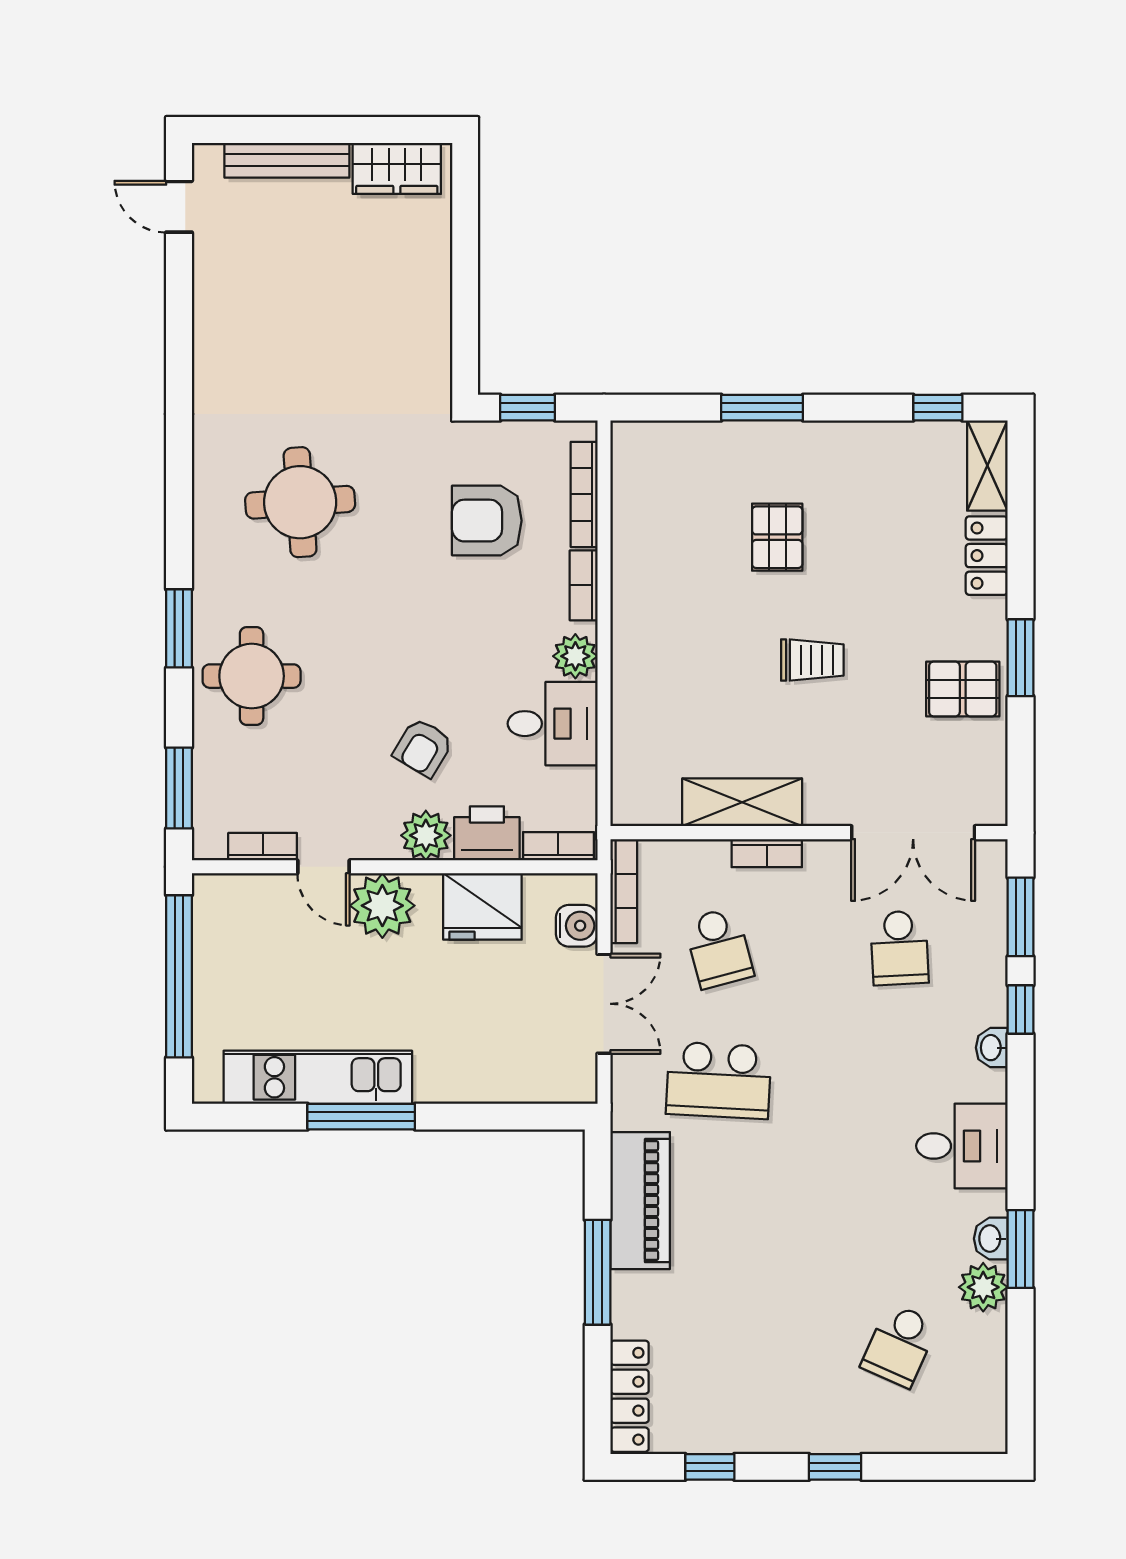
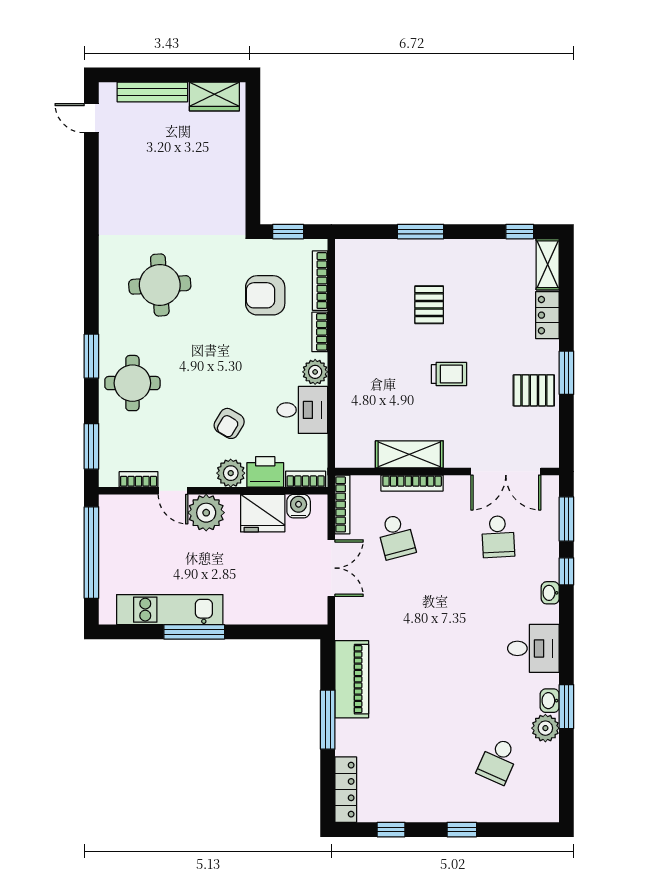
bookcase: (767, 853) -> (412, 483), width x1.56
water cooler: (577, 926) -> (299, 506), moved, turned -90
school desk: (719, 1080) -> (396, 611), removed

